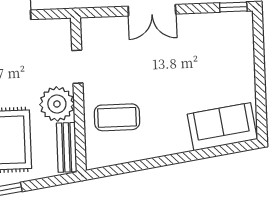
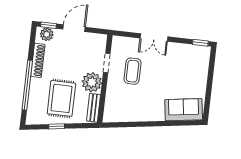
coffee table: (117, 117) -> (132, 71), moved, turned 90

